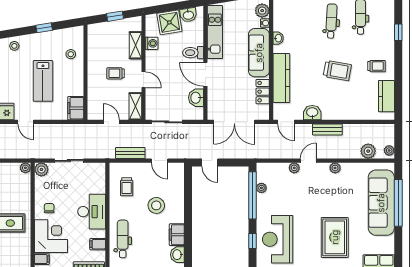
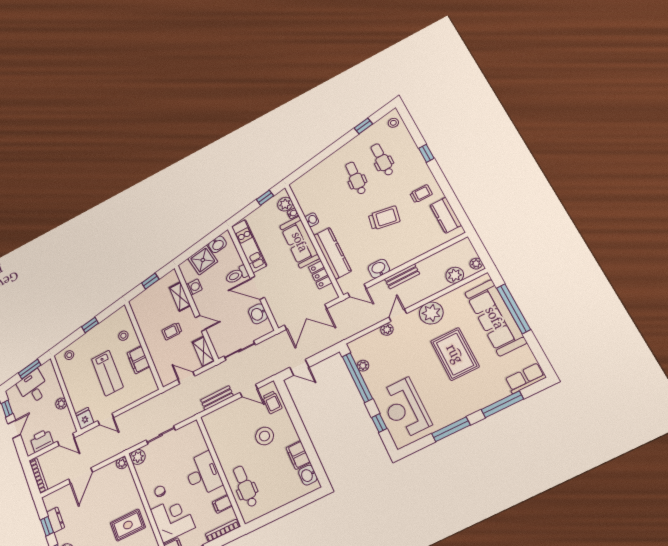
filing cabinet: (76, 108) -> (138, 360), moved
plant: (335, 168) -> (431, 313), width x1.87, depth x1.87
trolley: (127, 187) -> (272, 402), moved
rug: (335, 237) -> (455, 354), moved

